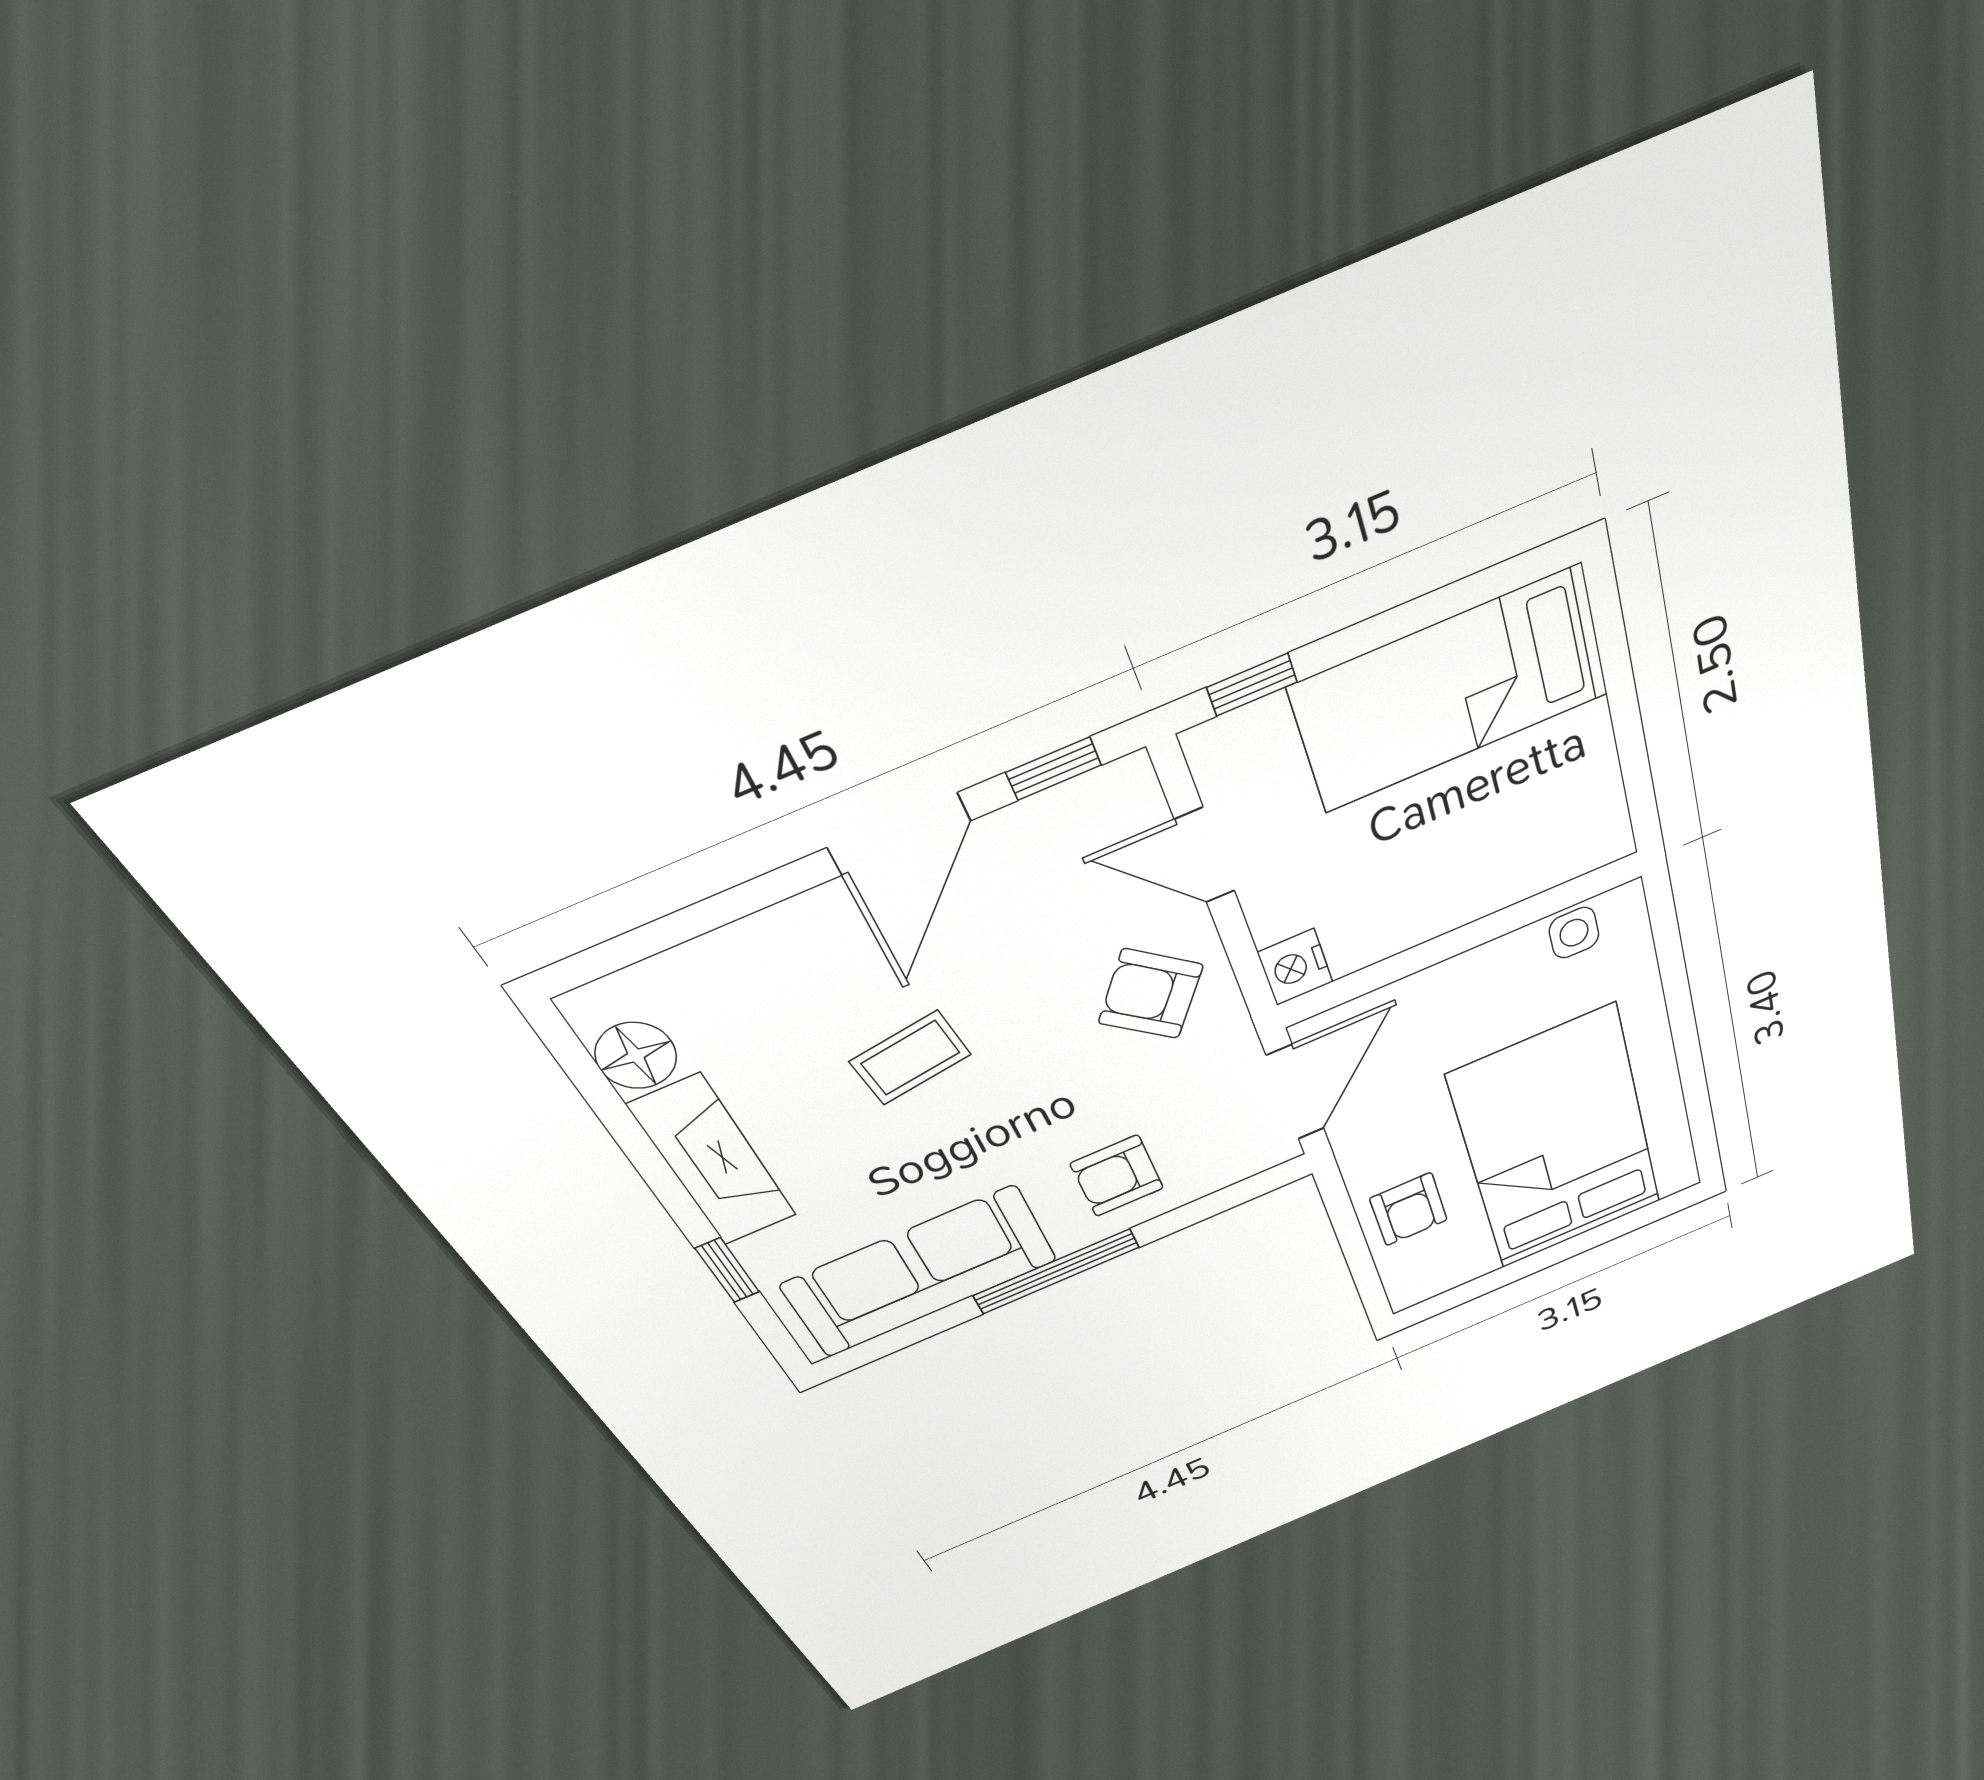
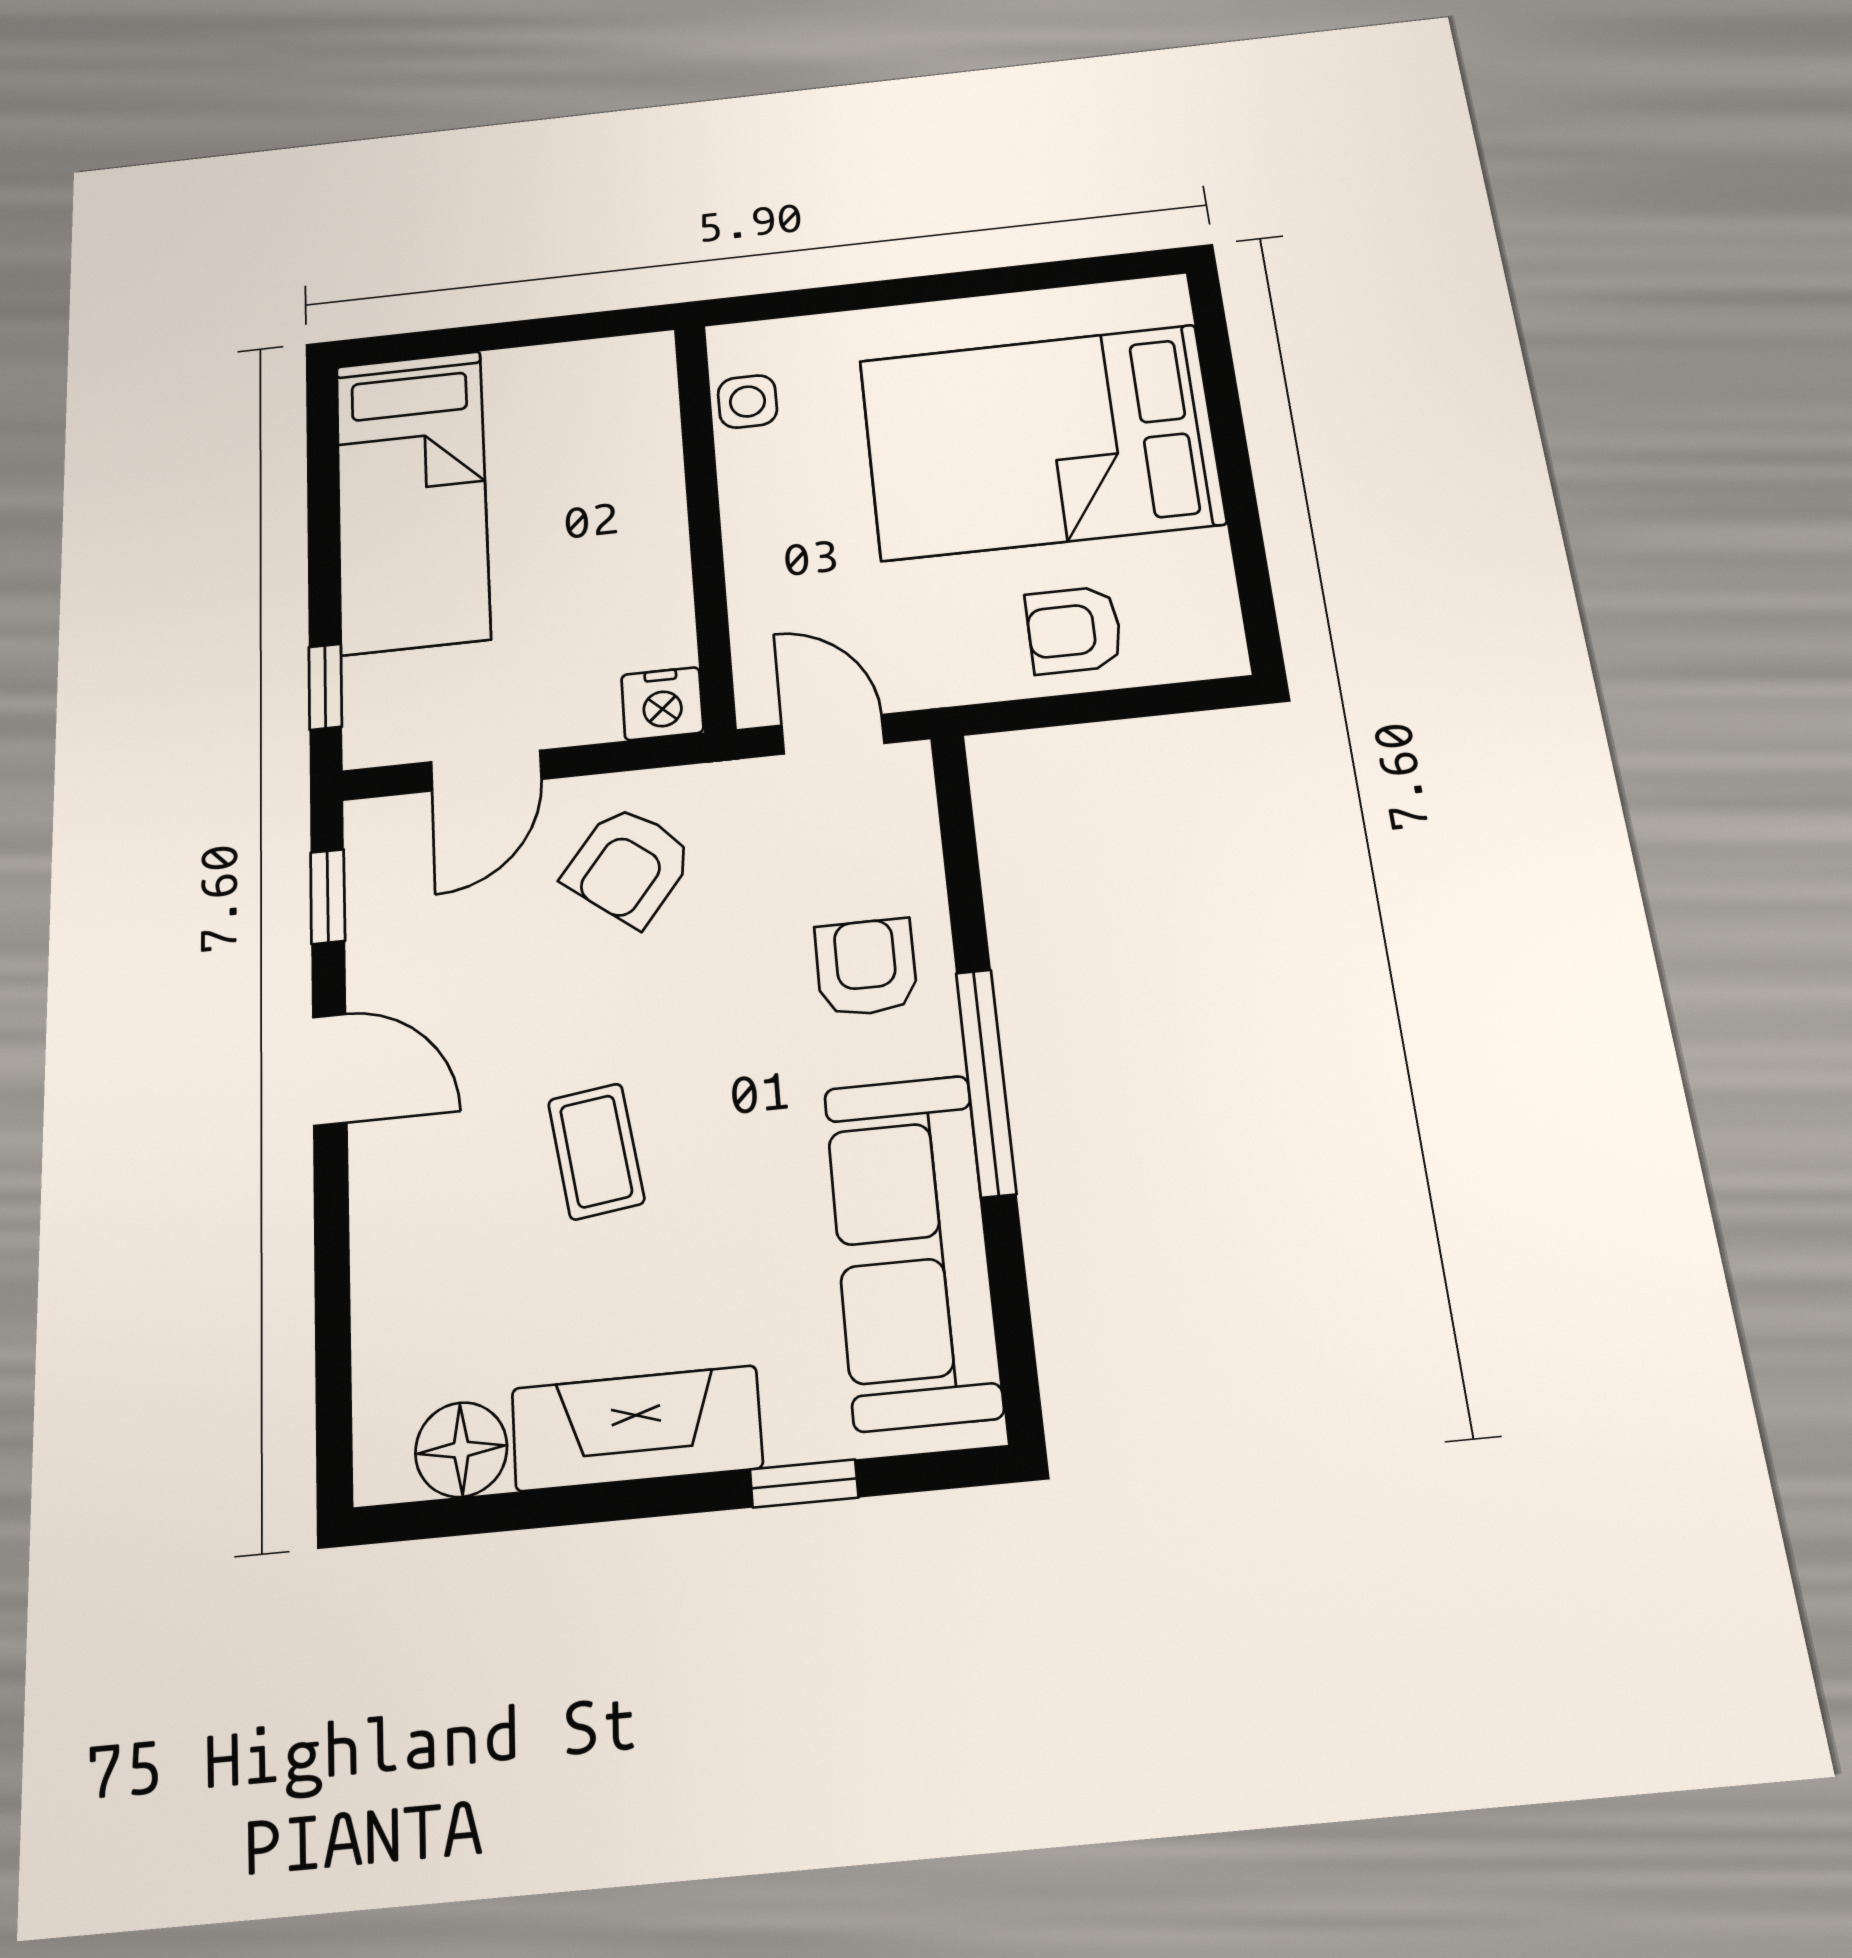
door: (899, 834) -> (330, 1070), width x0.73
door: (1295, 1092) -> (833, 734), width x0.73
armchair: (1117, 1176) -> (866, 967), turned 180
armchair: (1409, 1209) -> (1074, 630), turned 180

